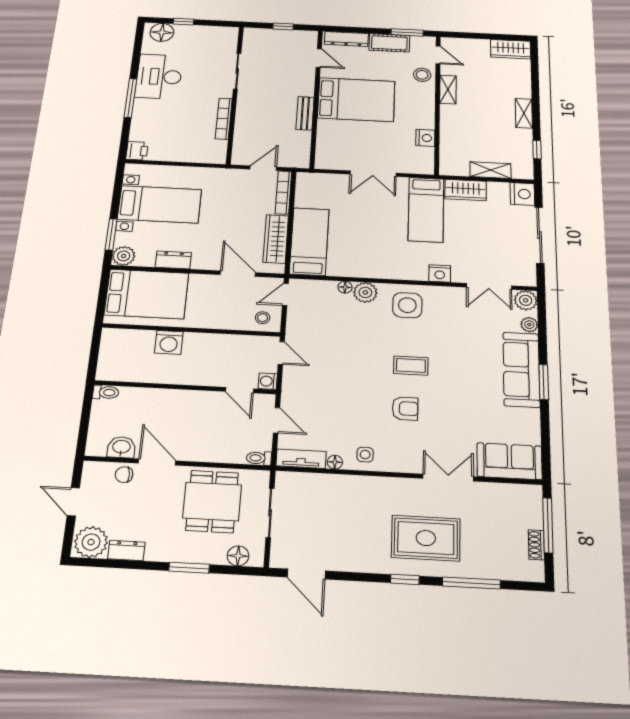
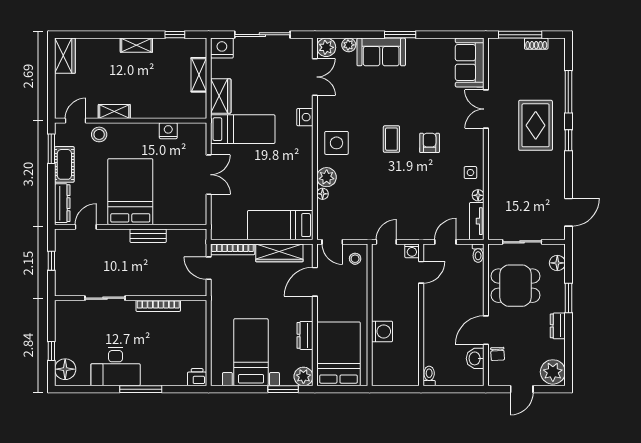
sofa: (521, 370) -> (381, 52), width x0.73
dresser: (126, 550) -> (558, 326), moved

